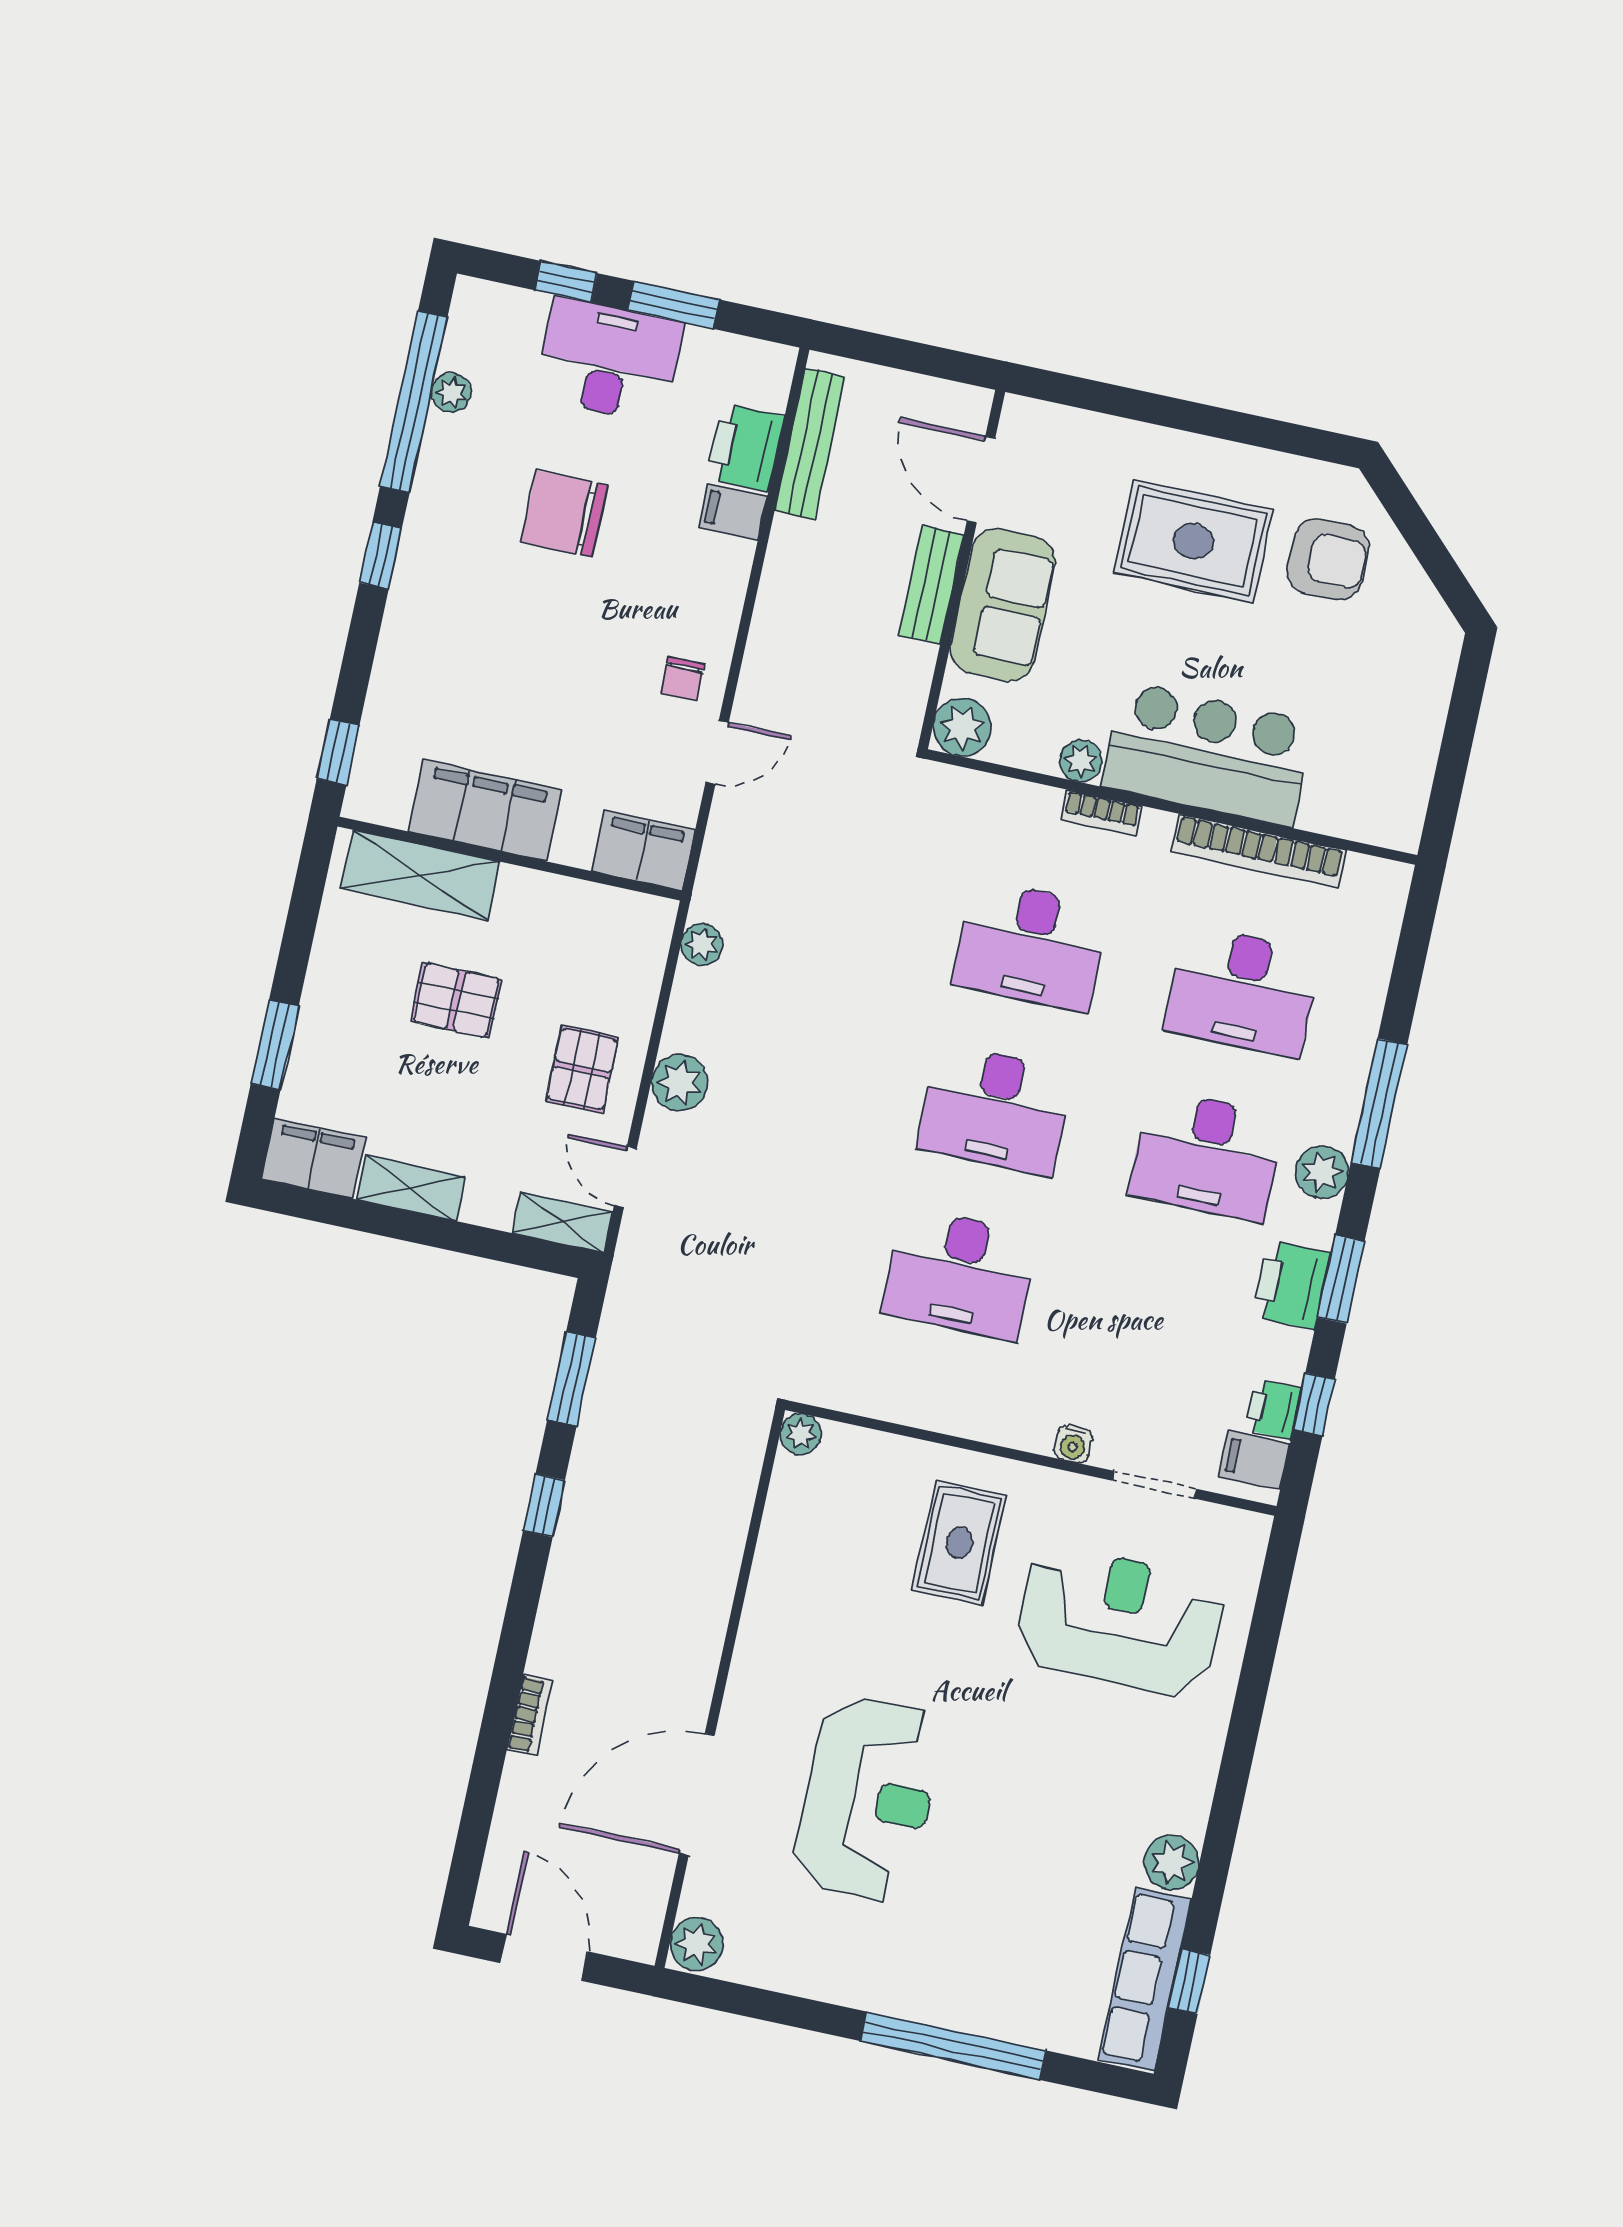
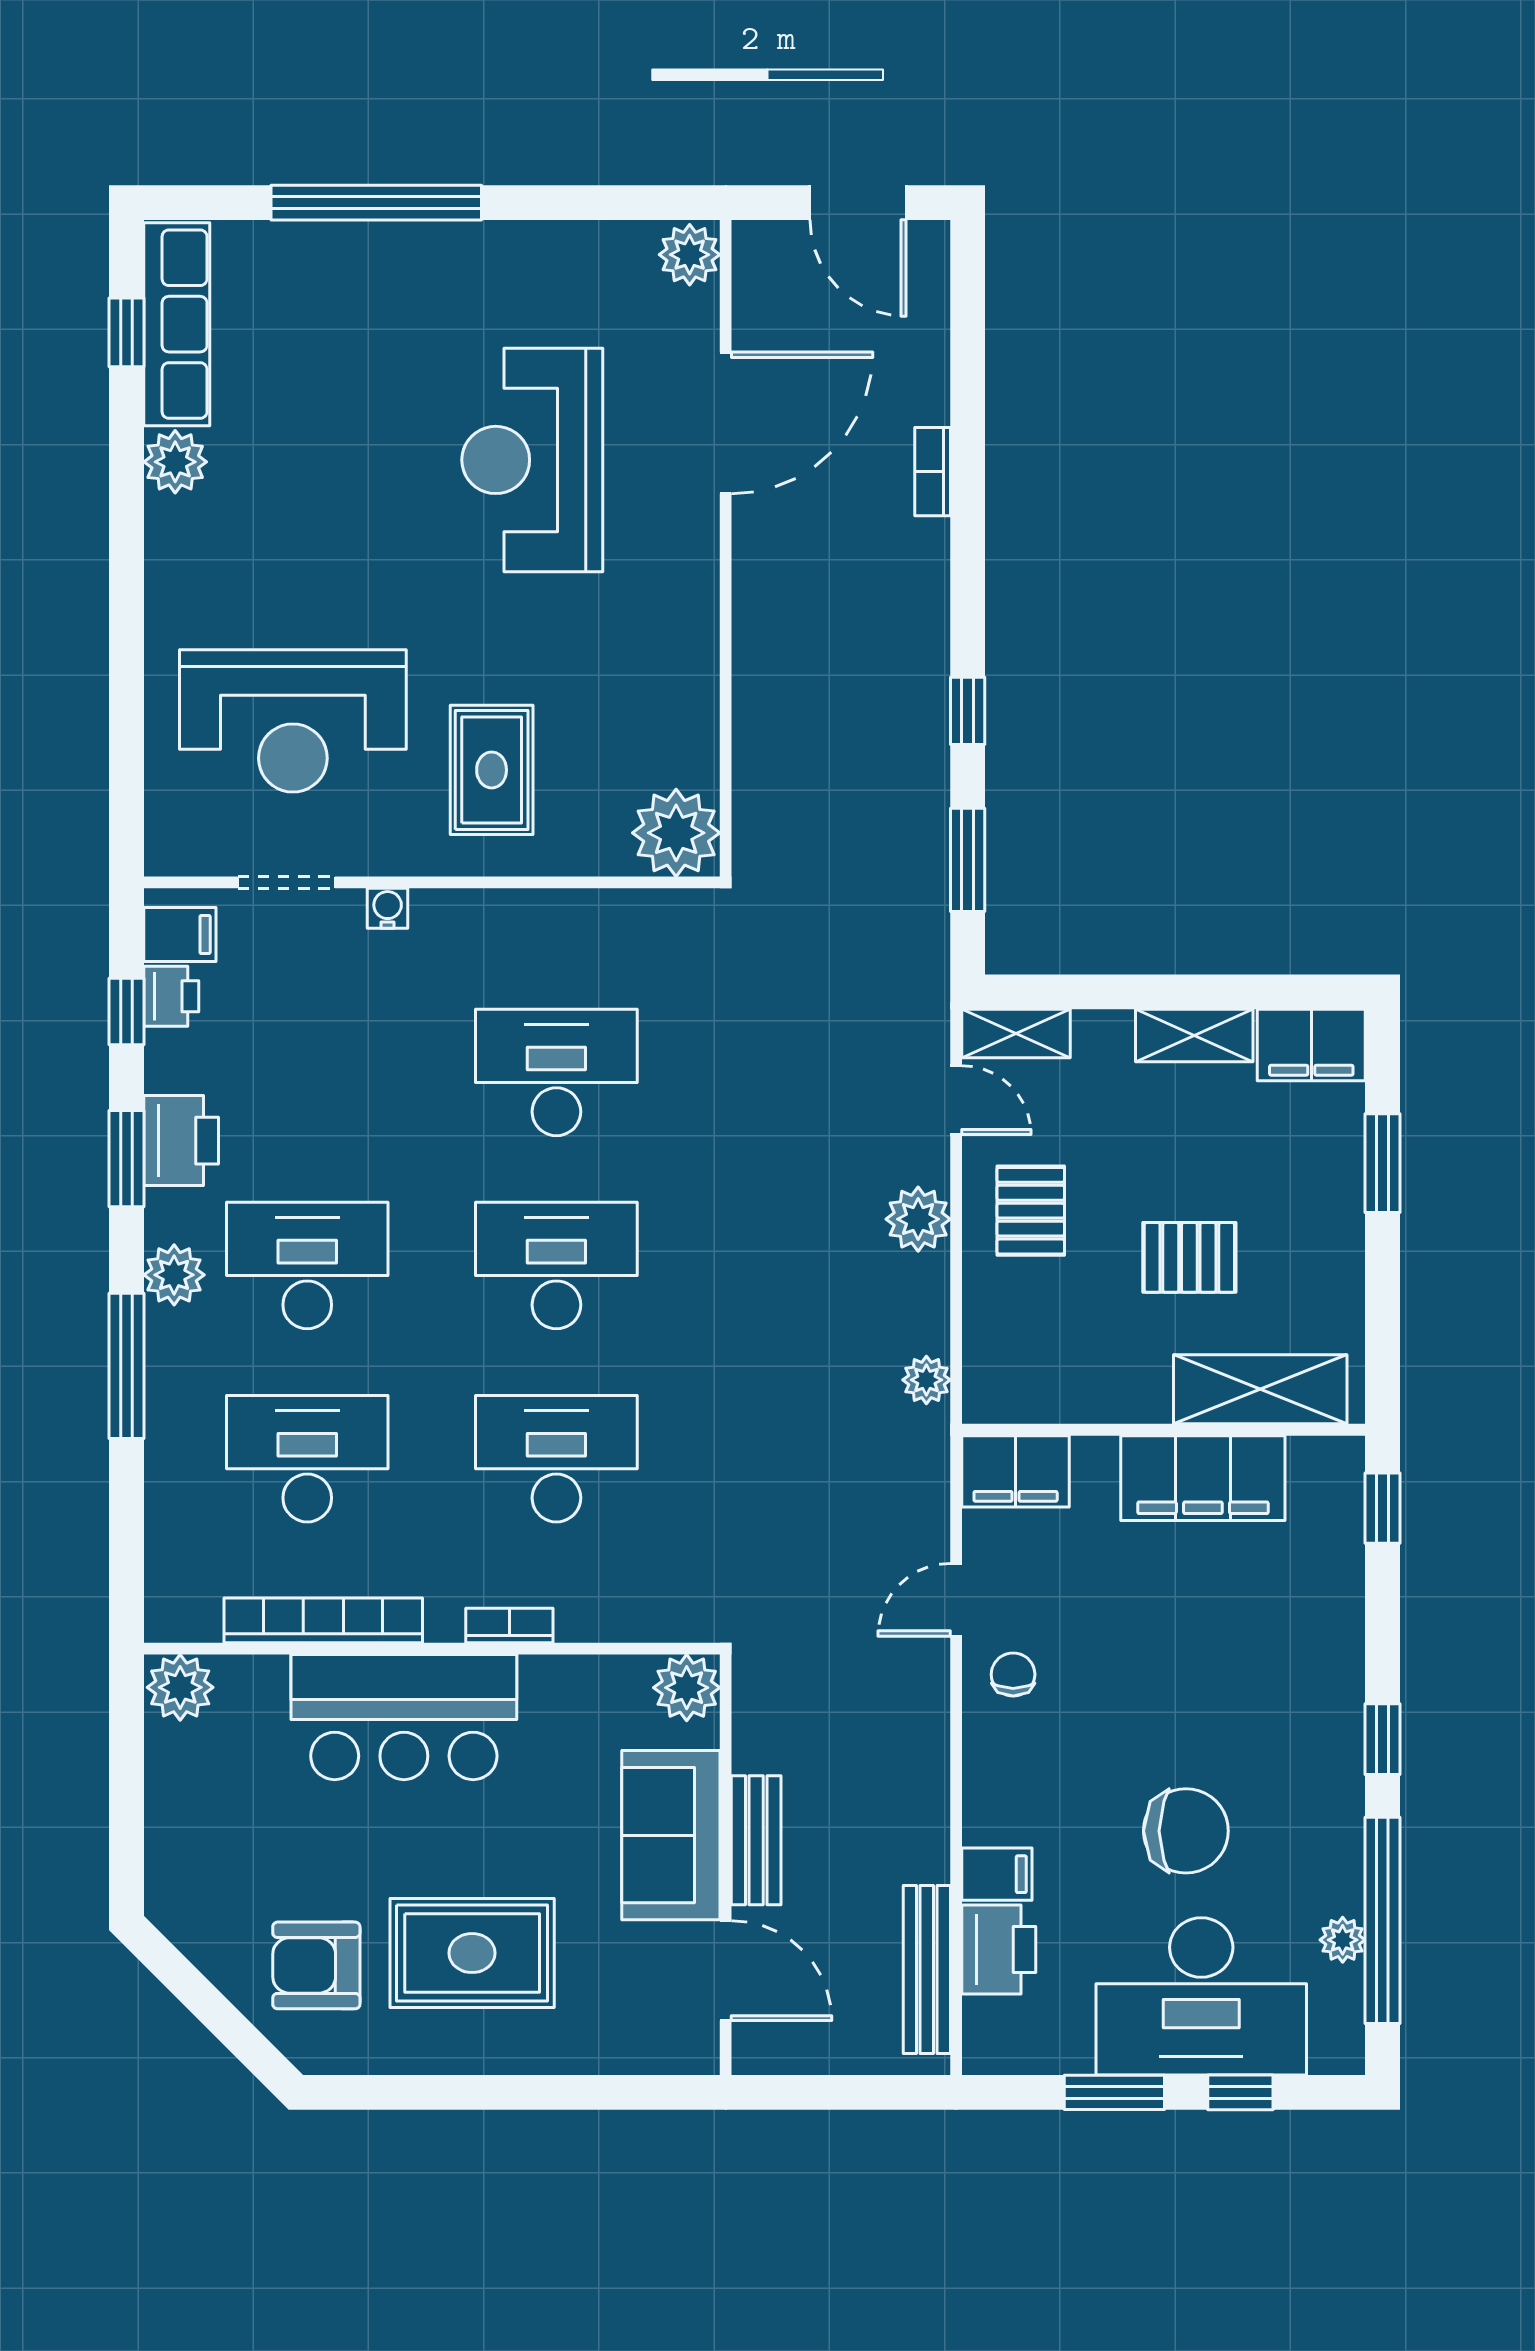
desk: (609, 360) -> (1201, 1996), width x1.36, depth x1.30
plant: (1081, 761) -> (180, 1687), moved, width x1.38, depth x1.38
plant: (801, 1434) -> (676, 833), width x1.87, depth x1.87

